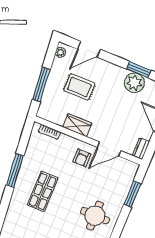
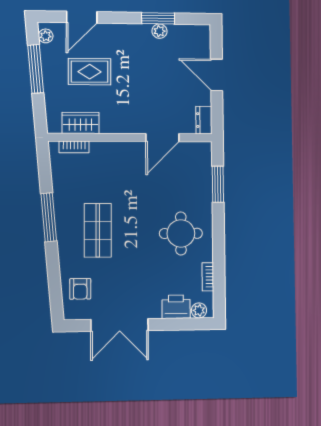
plant: (134, 83) -> (159, 31), width x0.53, depth x0.53
window: (41, 84) -> (36, 69), moved
wardrobe: (77, 125) -> (81, 123), moved
armchair: (82, 158) -> (80, 289), moved

